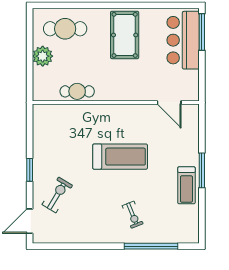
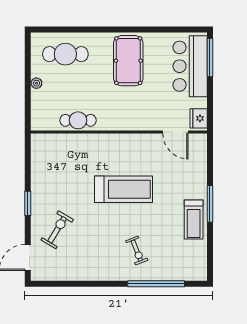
plant: (43, 56) -> (36, 83), width x0.53, depth x0.53
fridge: (191, 90) -> (199, 118), added

